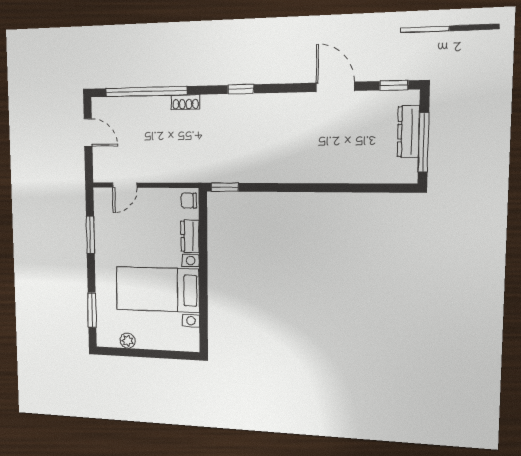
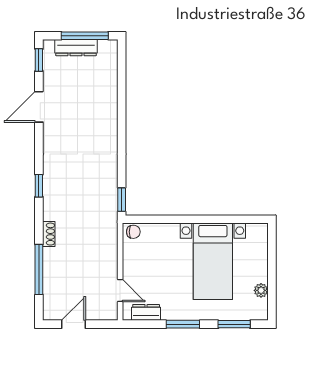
window: (146, 92) -> (39, 270), width x0.68
chair: (189, 201) -> (133, 232), turned -90
window: (90, 235) -> (183, 324), moved
dresser: (190, 236) -> (146, 312), moved, turned 180

